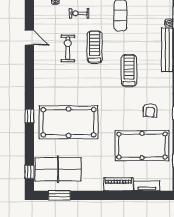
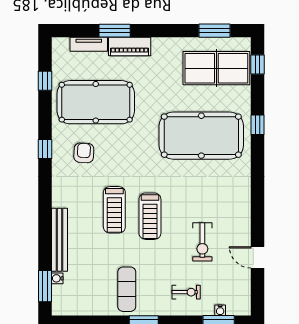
treadmill: (95, 47) -> (150, 216), moved
window: (29, 116) -> (258, 125), moved
window: (129, 195) -> (115, 31), added

